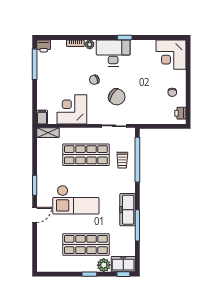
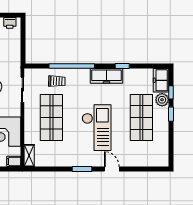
window: (137, 160) -> (72, 66), moved
window: (137, 225) -> (122, 66), width x0.46
window: (123, 274) -> (171, 92), moved

